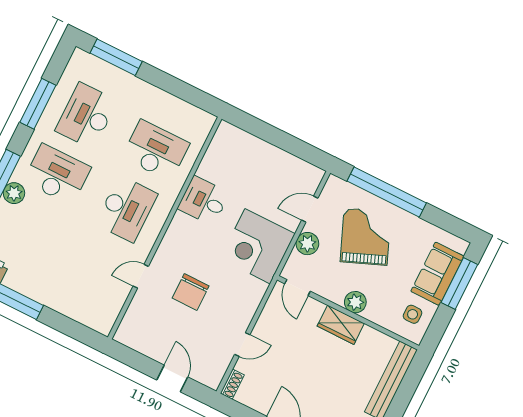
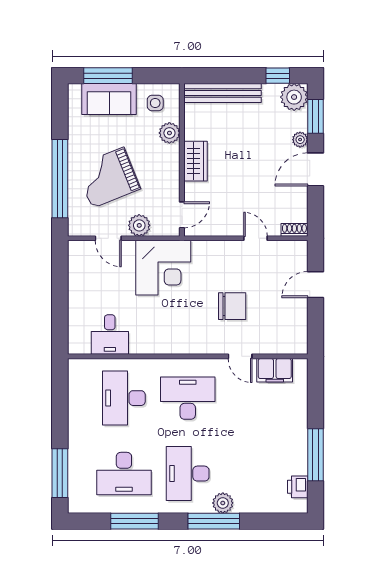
desk: (203, 201) -> (110, 335), moved
filing cabinet: (112, 302) -> (275, 370), added
plant: (355, 302) -> (169, 133), moved

